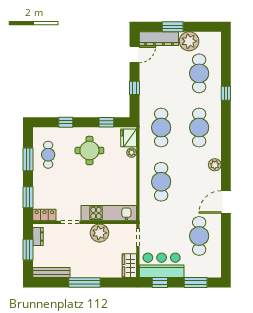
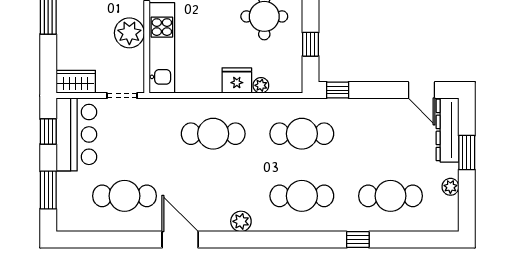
plant: (189, 41) -> (450, 187), width x0.53, depth x0.53
window: (134, 88) -> (338, 90), moved
fridge: (129, 138) -> (237, 80), moved

